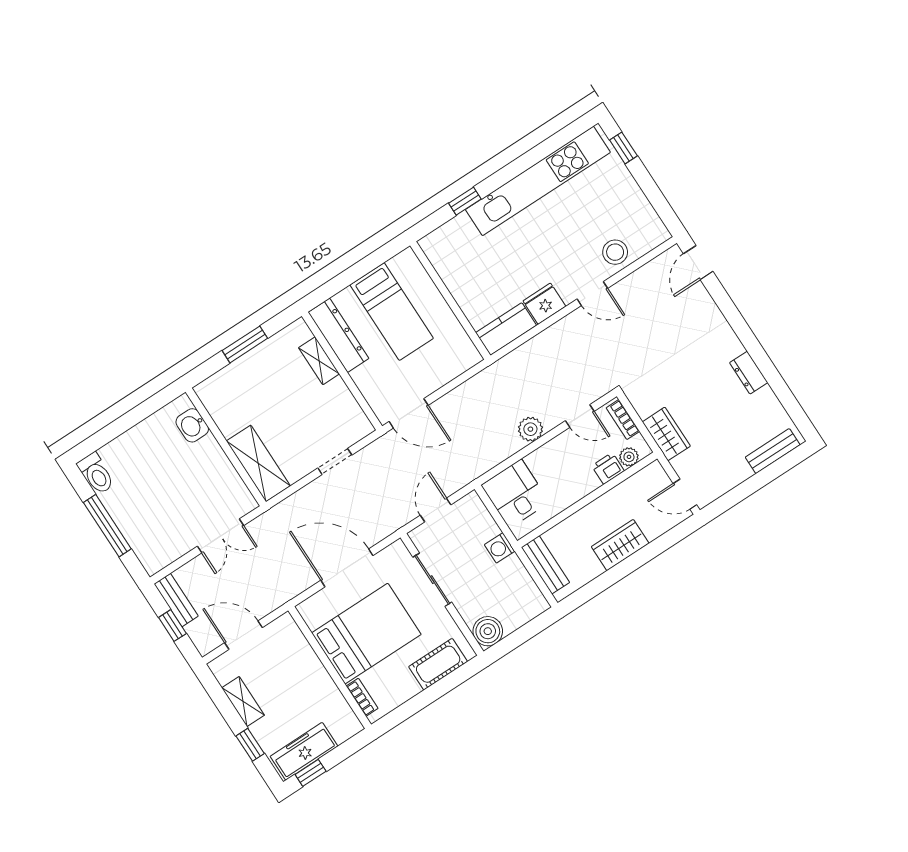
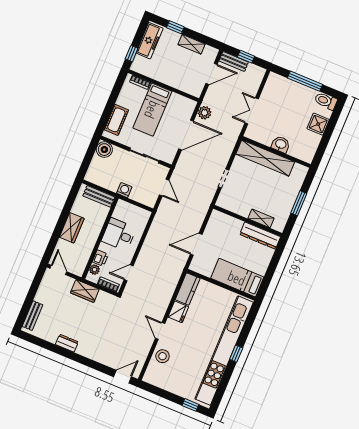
kitchen unit: (538, 181) -> (224, 351), width x1.36
window: (465, 201) -> (236, 354), moved
door: (698, 263) -> (123, 377), hinge flipped
door: (592, 294) -> (160, 331), hinge flipped
bed: (392, 312) -> (237, 278), moved
door: (409, 413) -> (196, 244), moved
washbasin: (192, 425) -> (281, 144), moved
plant: (530, 429) -> (205, 113), moved
shower: (132, 446) -> (318, 124), added
shelving: (258, 463) -> (265, 158), width x1.47
desk: (515, 494) -> (119, 234), moved, turned 180
door: (685, 494) -> (58, 270), hinge flipped
bench: (176, 600) -> (234, 61), moved
bed: (366, 634) -> (152, 110), width x0.67
window: (311, 773) -> (132, 54), moved

